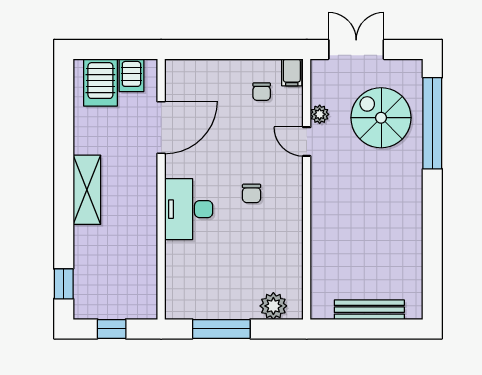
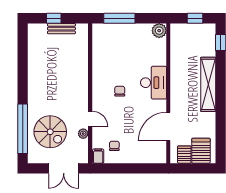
shelving: (87, 190) -> (208, 84), width x1.47
plant: (273, 306) -> (159, 31), moved
bench: (369, 310) -> (61, 29), width x0.73
window: (221, 329) -> (119, 18), moved
window: (374, 329) -> (54, 18), added

